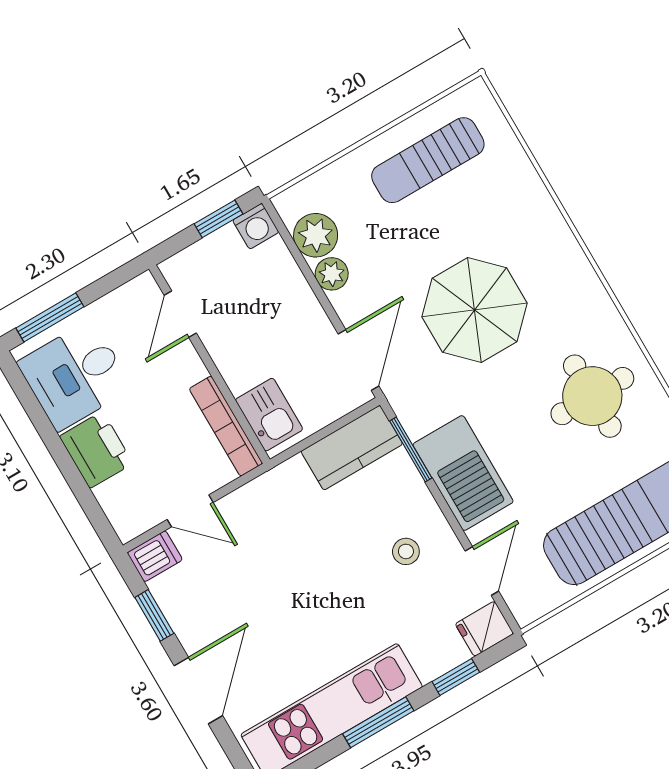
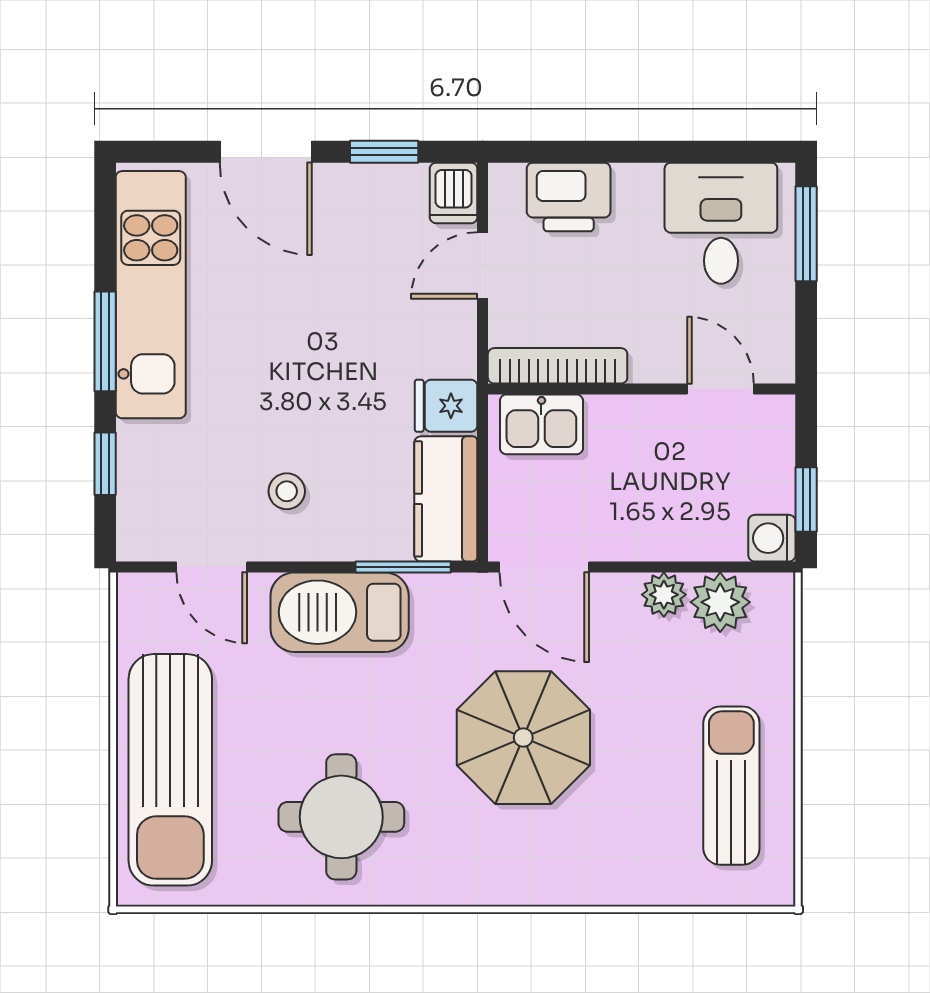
printer: (96, 450) -> (569, 197), moved
fridge: (484, 629) -> (446, 406), moved, turned -90

